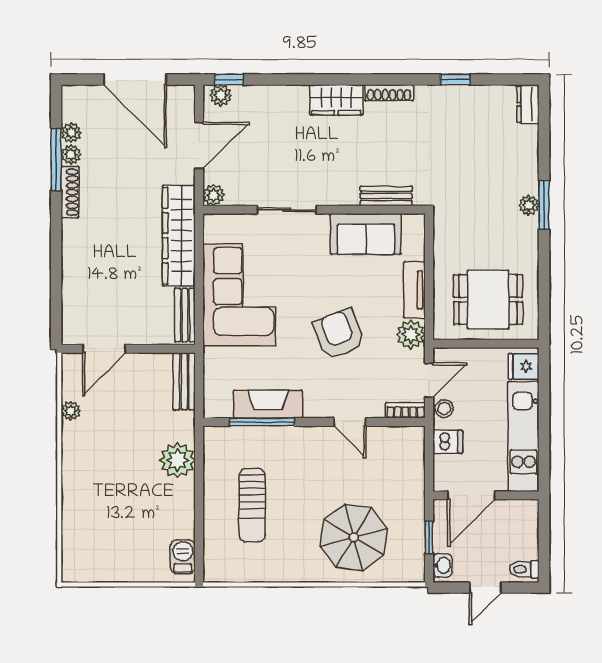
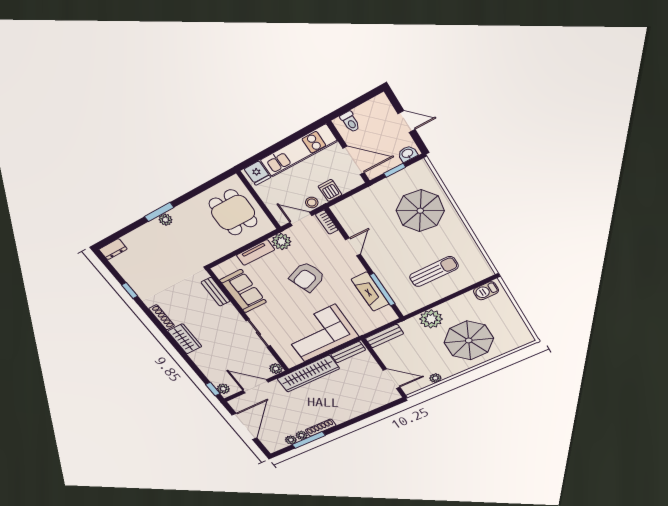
parasol: (112, 492) -> (469, 340), added
toilet: (524, 569) -> (350, 122), moved

